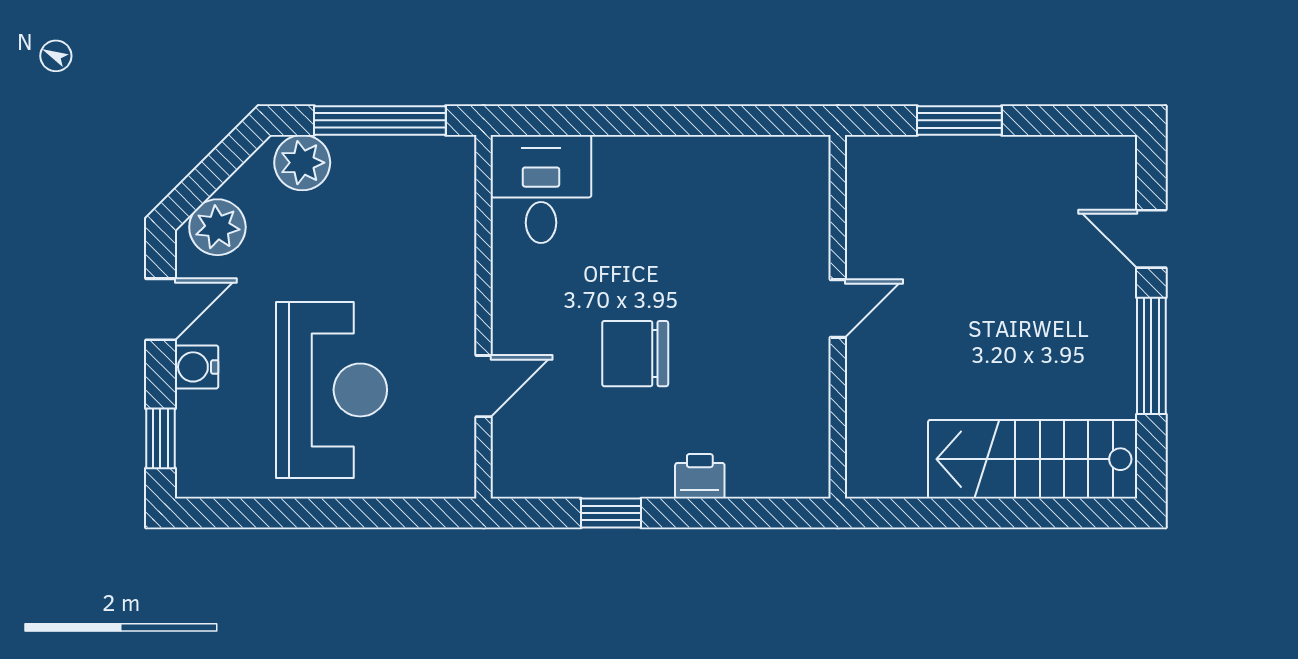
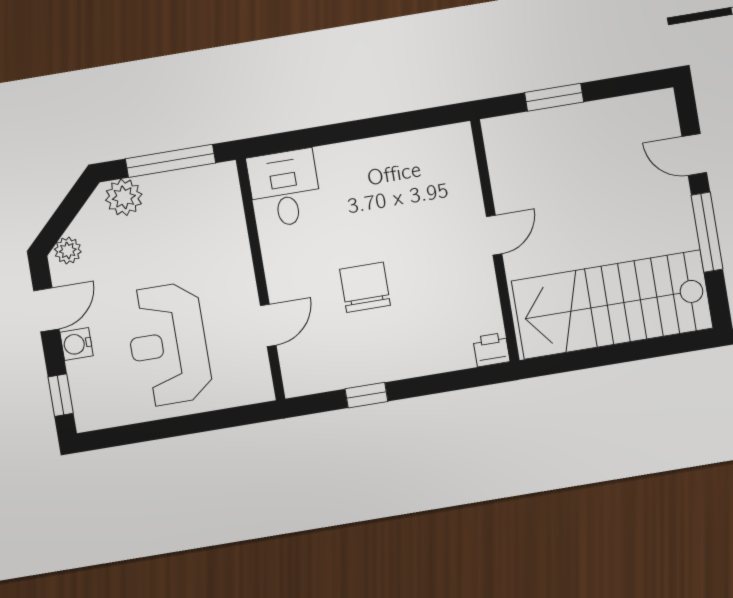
plant: (217, 227) -> (68, 251), width x0.73, depth x0.73
chair: (635, 354) -> (365, 287), turned 90
reception desk: (331, 390) -> (168, 344), turned 180
stairs: (1033, 459) -> (612, 305), width x1.36, depth x1.51
printer: (700, 476) -> (491, 350), moved

